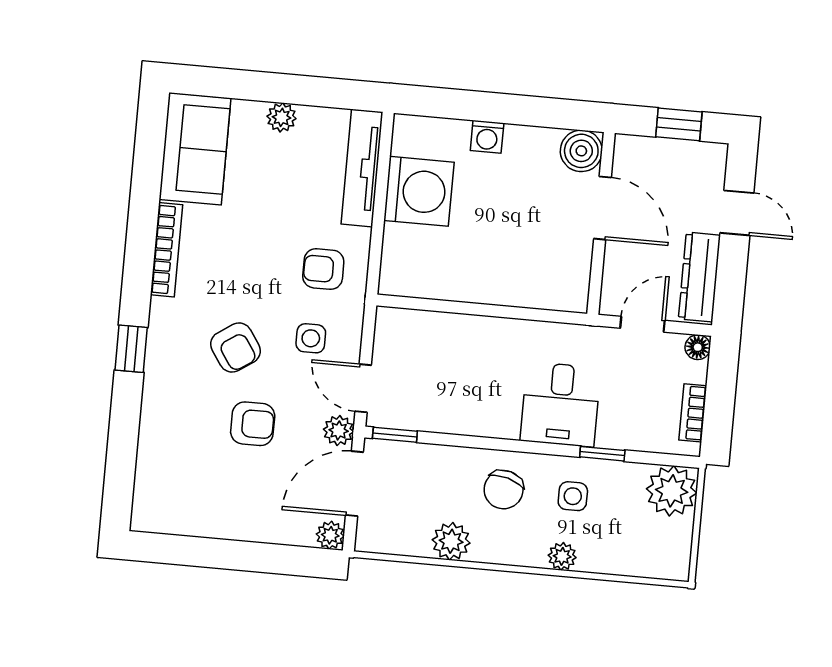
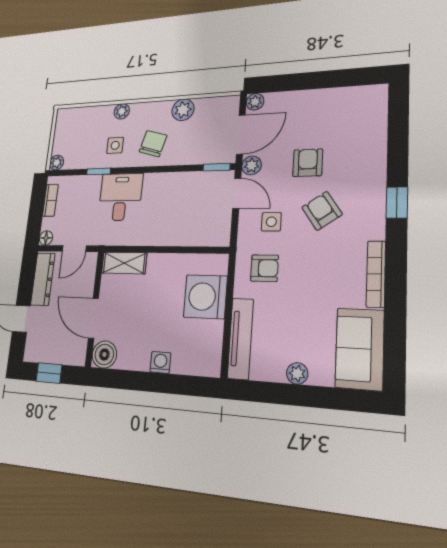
washing machine: (419, 191) -> (205, 297), moved
shelving: (551, 293) -> (124, 263), added
armchair: (253, 424) -> (308, 163), turned 90
plant: (672, 491) -> (57, 163), width x0.53, depth x0.53

